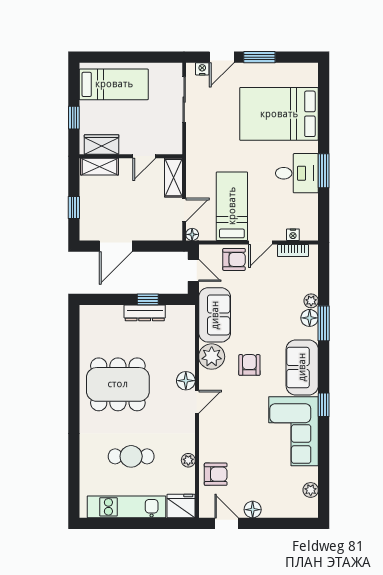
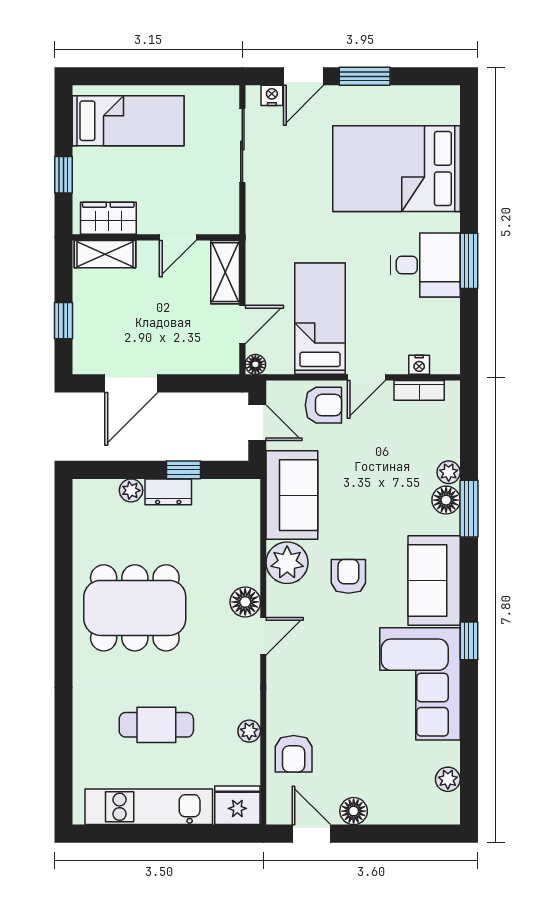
plant: (116, 312) -> (131, 490), added
dresser: (145, 313) -> (168, 492), width x0.70
armchair: (216, 474) -> (294, 754), turned 90

